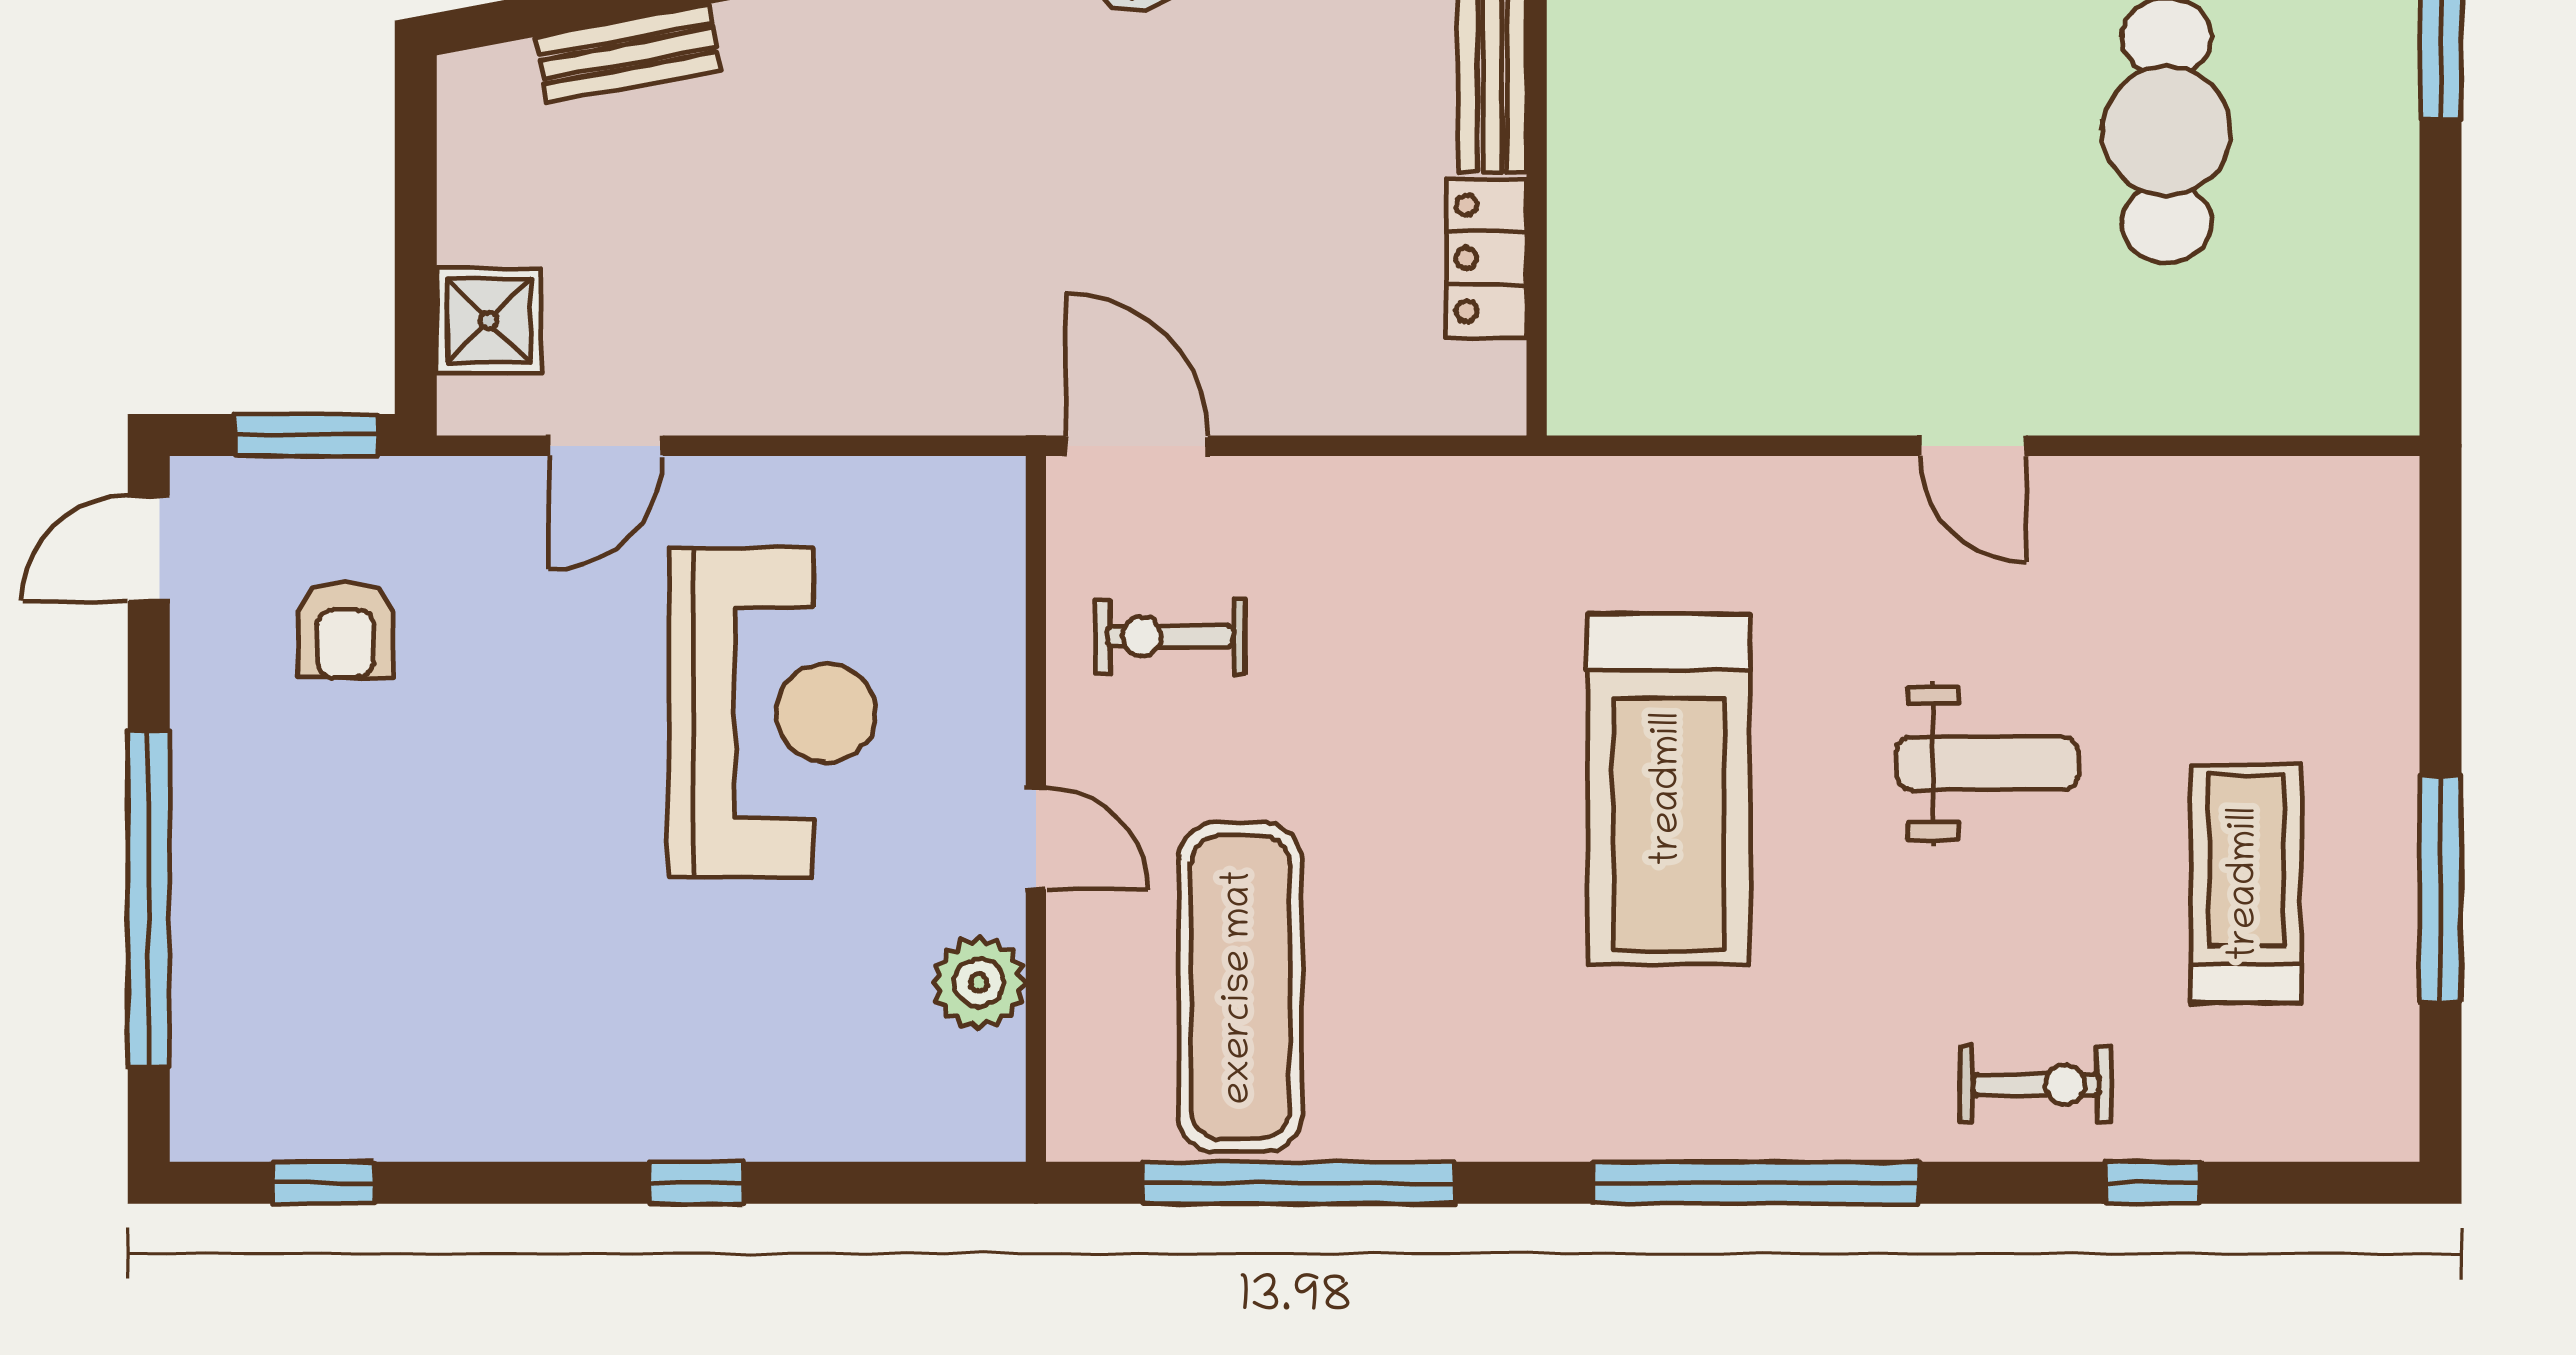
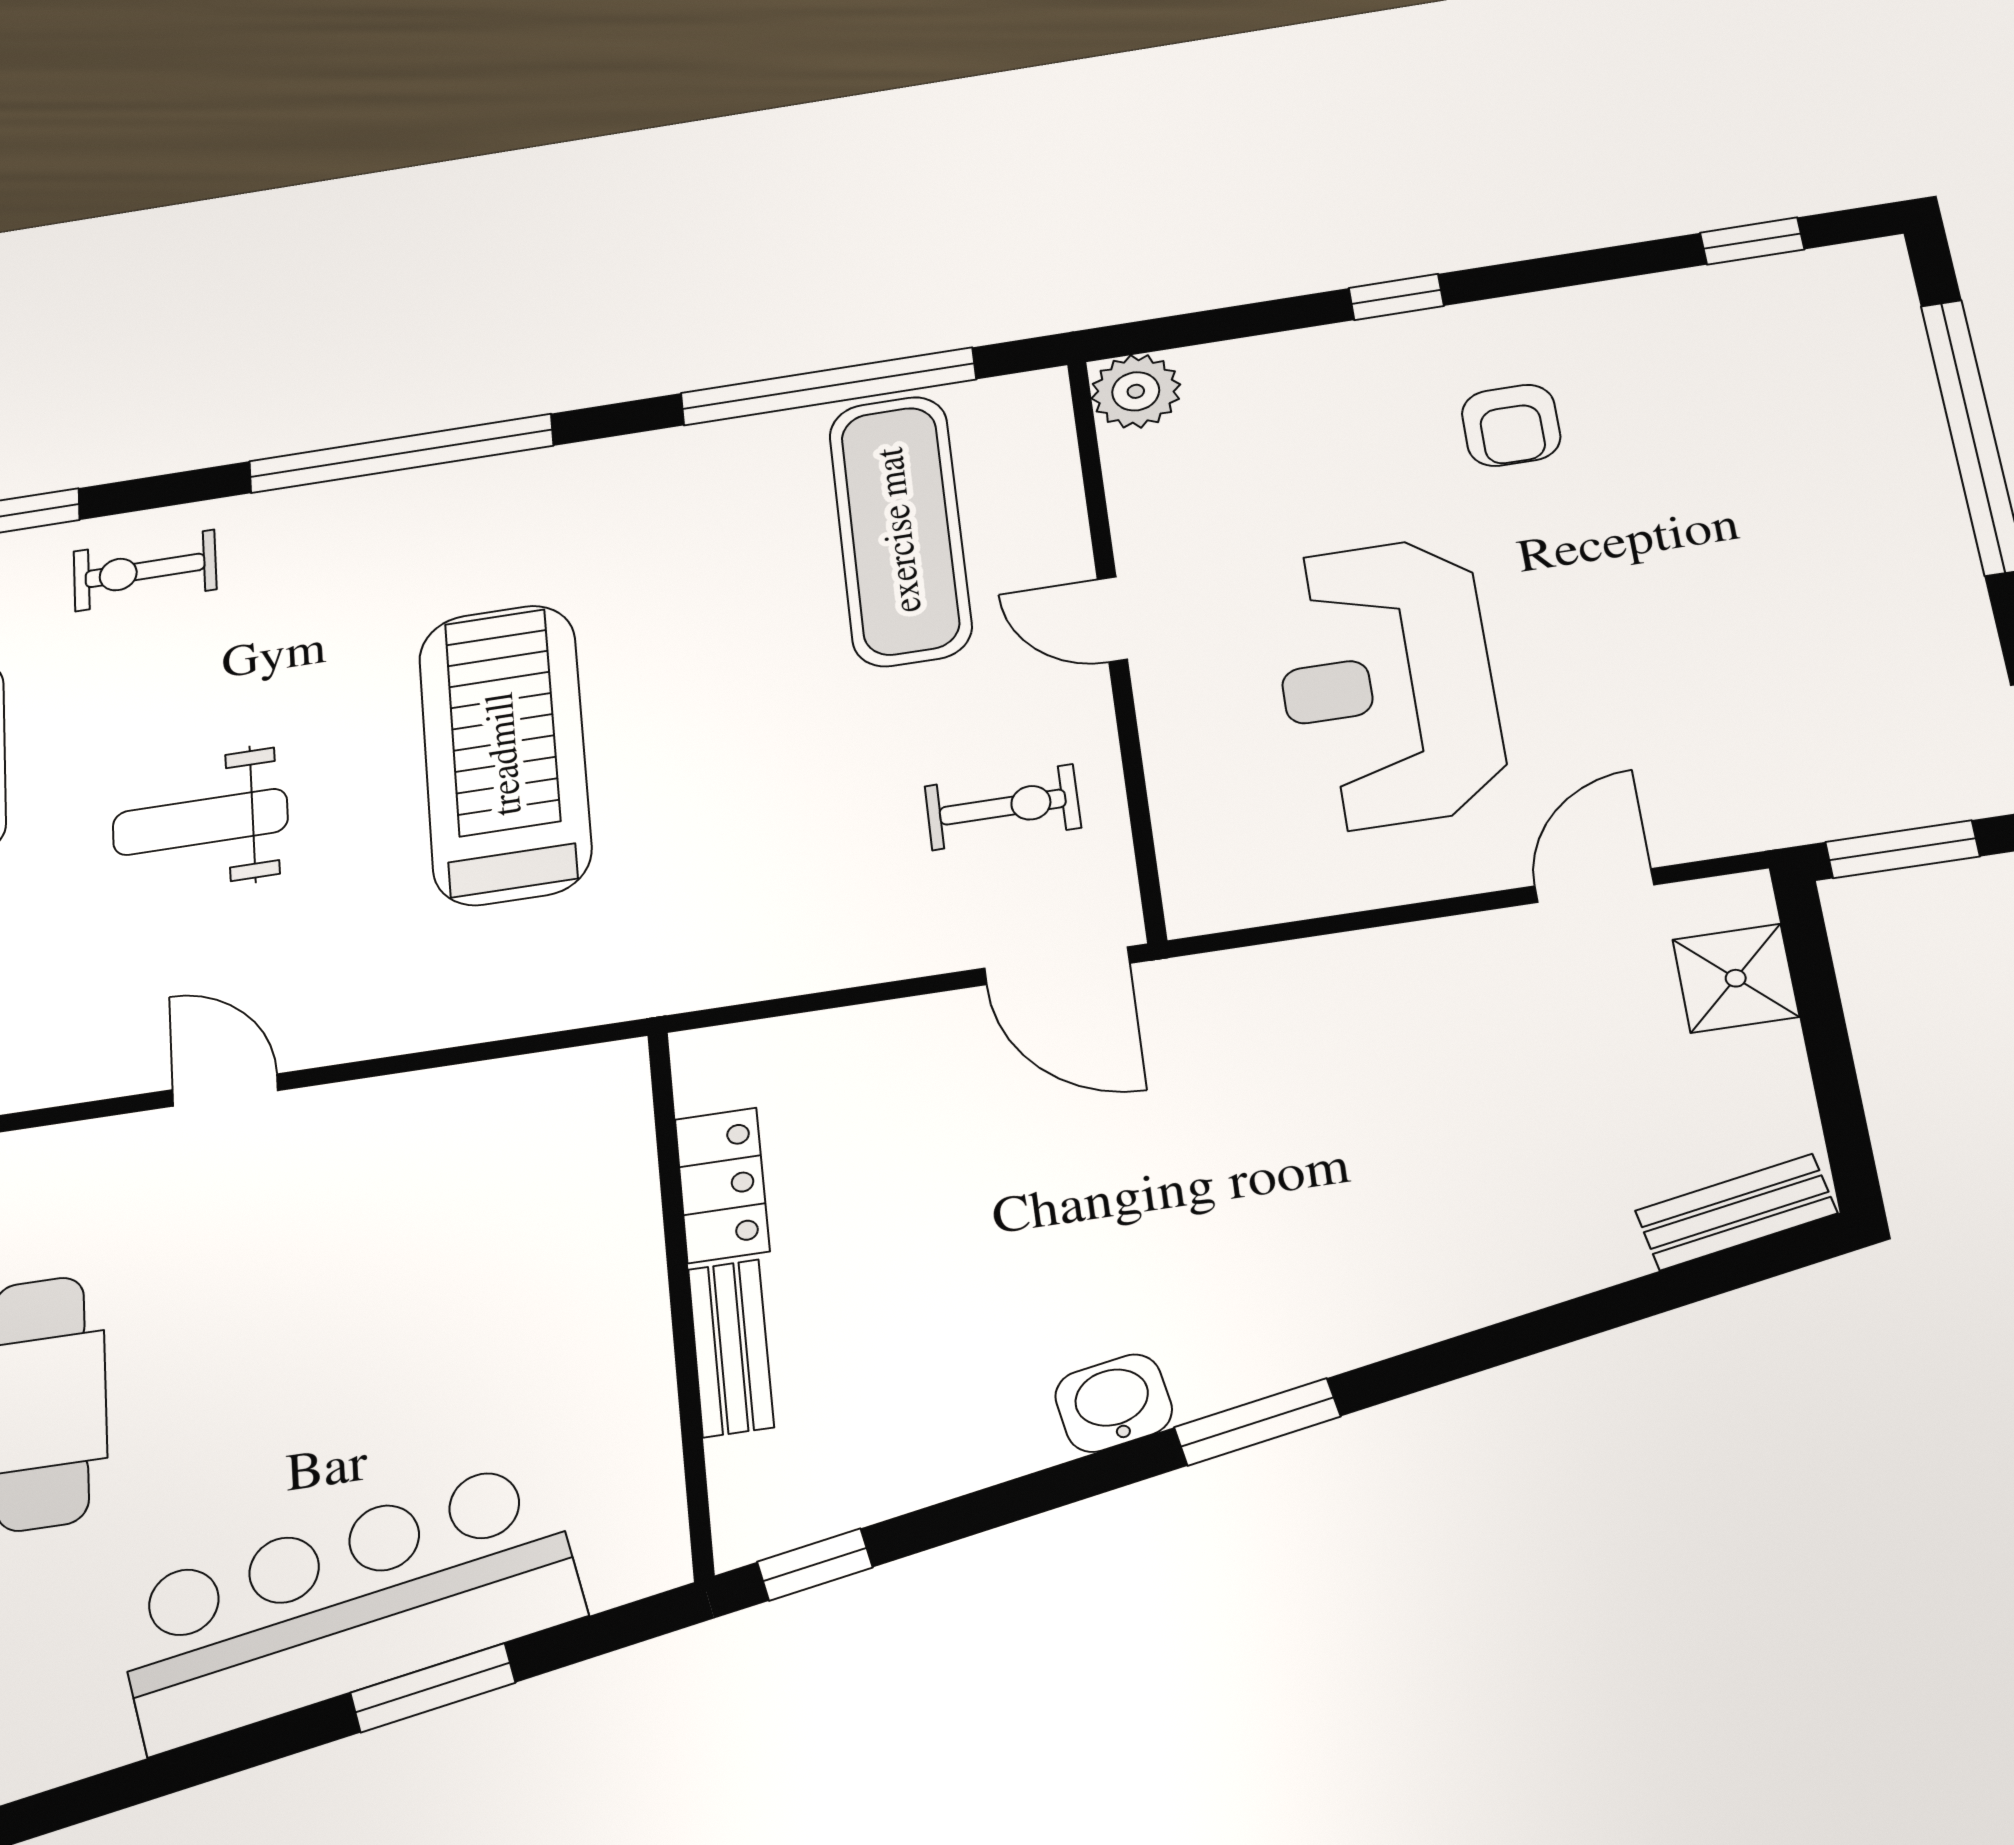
bench: (628, 53) -> (1736, 1212), moved
armchair: (345, 630) -> (1511, 425), moved, turned 180
plant: (979, 983) -> (1136, 391), moved

